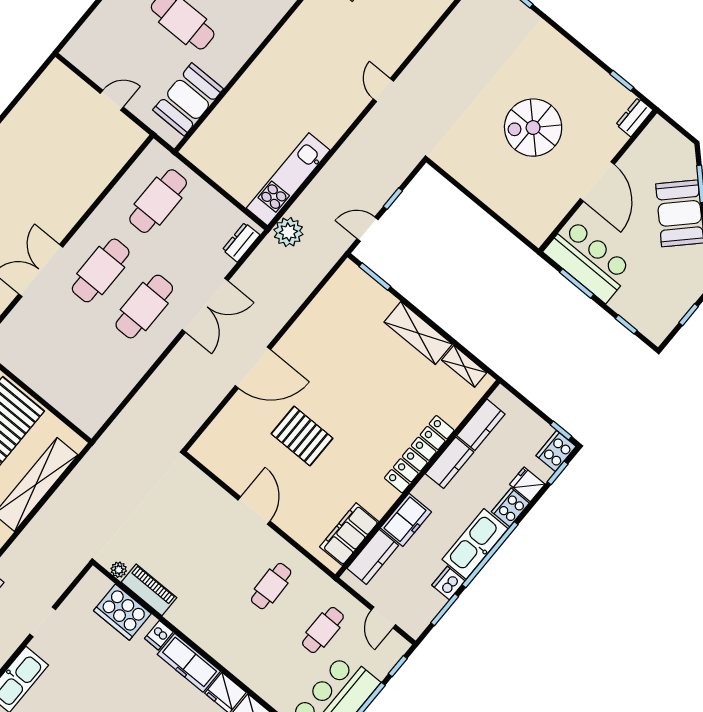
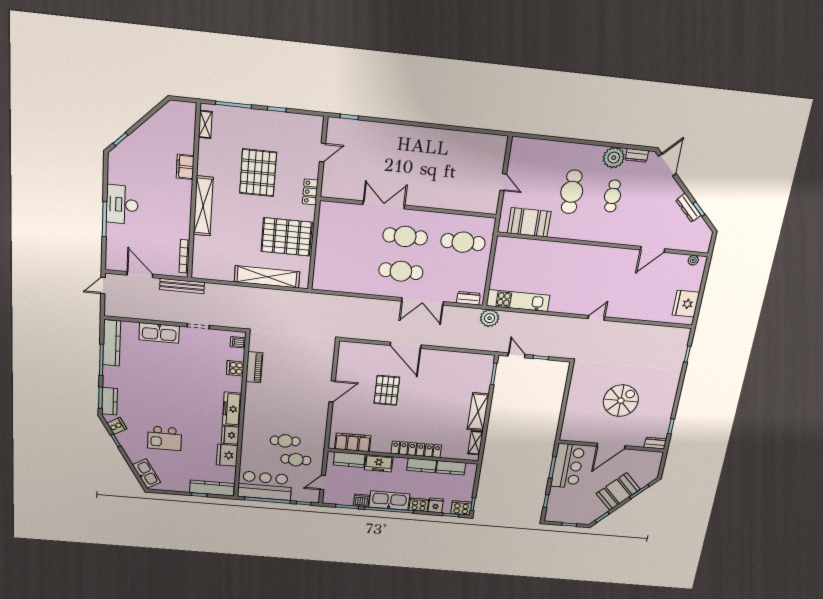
spiral stairs: (533, 128) -> (621, 401), turned 90
plant: (119, 570) -> (253, 346), removed
cafe table: (271, 586) -> (285, 441), moved
cooker: (122, 612) -> (235, 368), width x0.53, depth x0.76
dishwasher: (159, 635) -> (238, 342), moved

